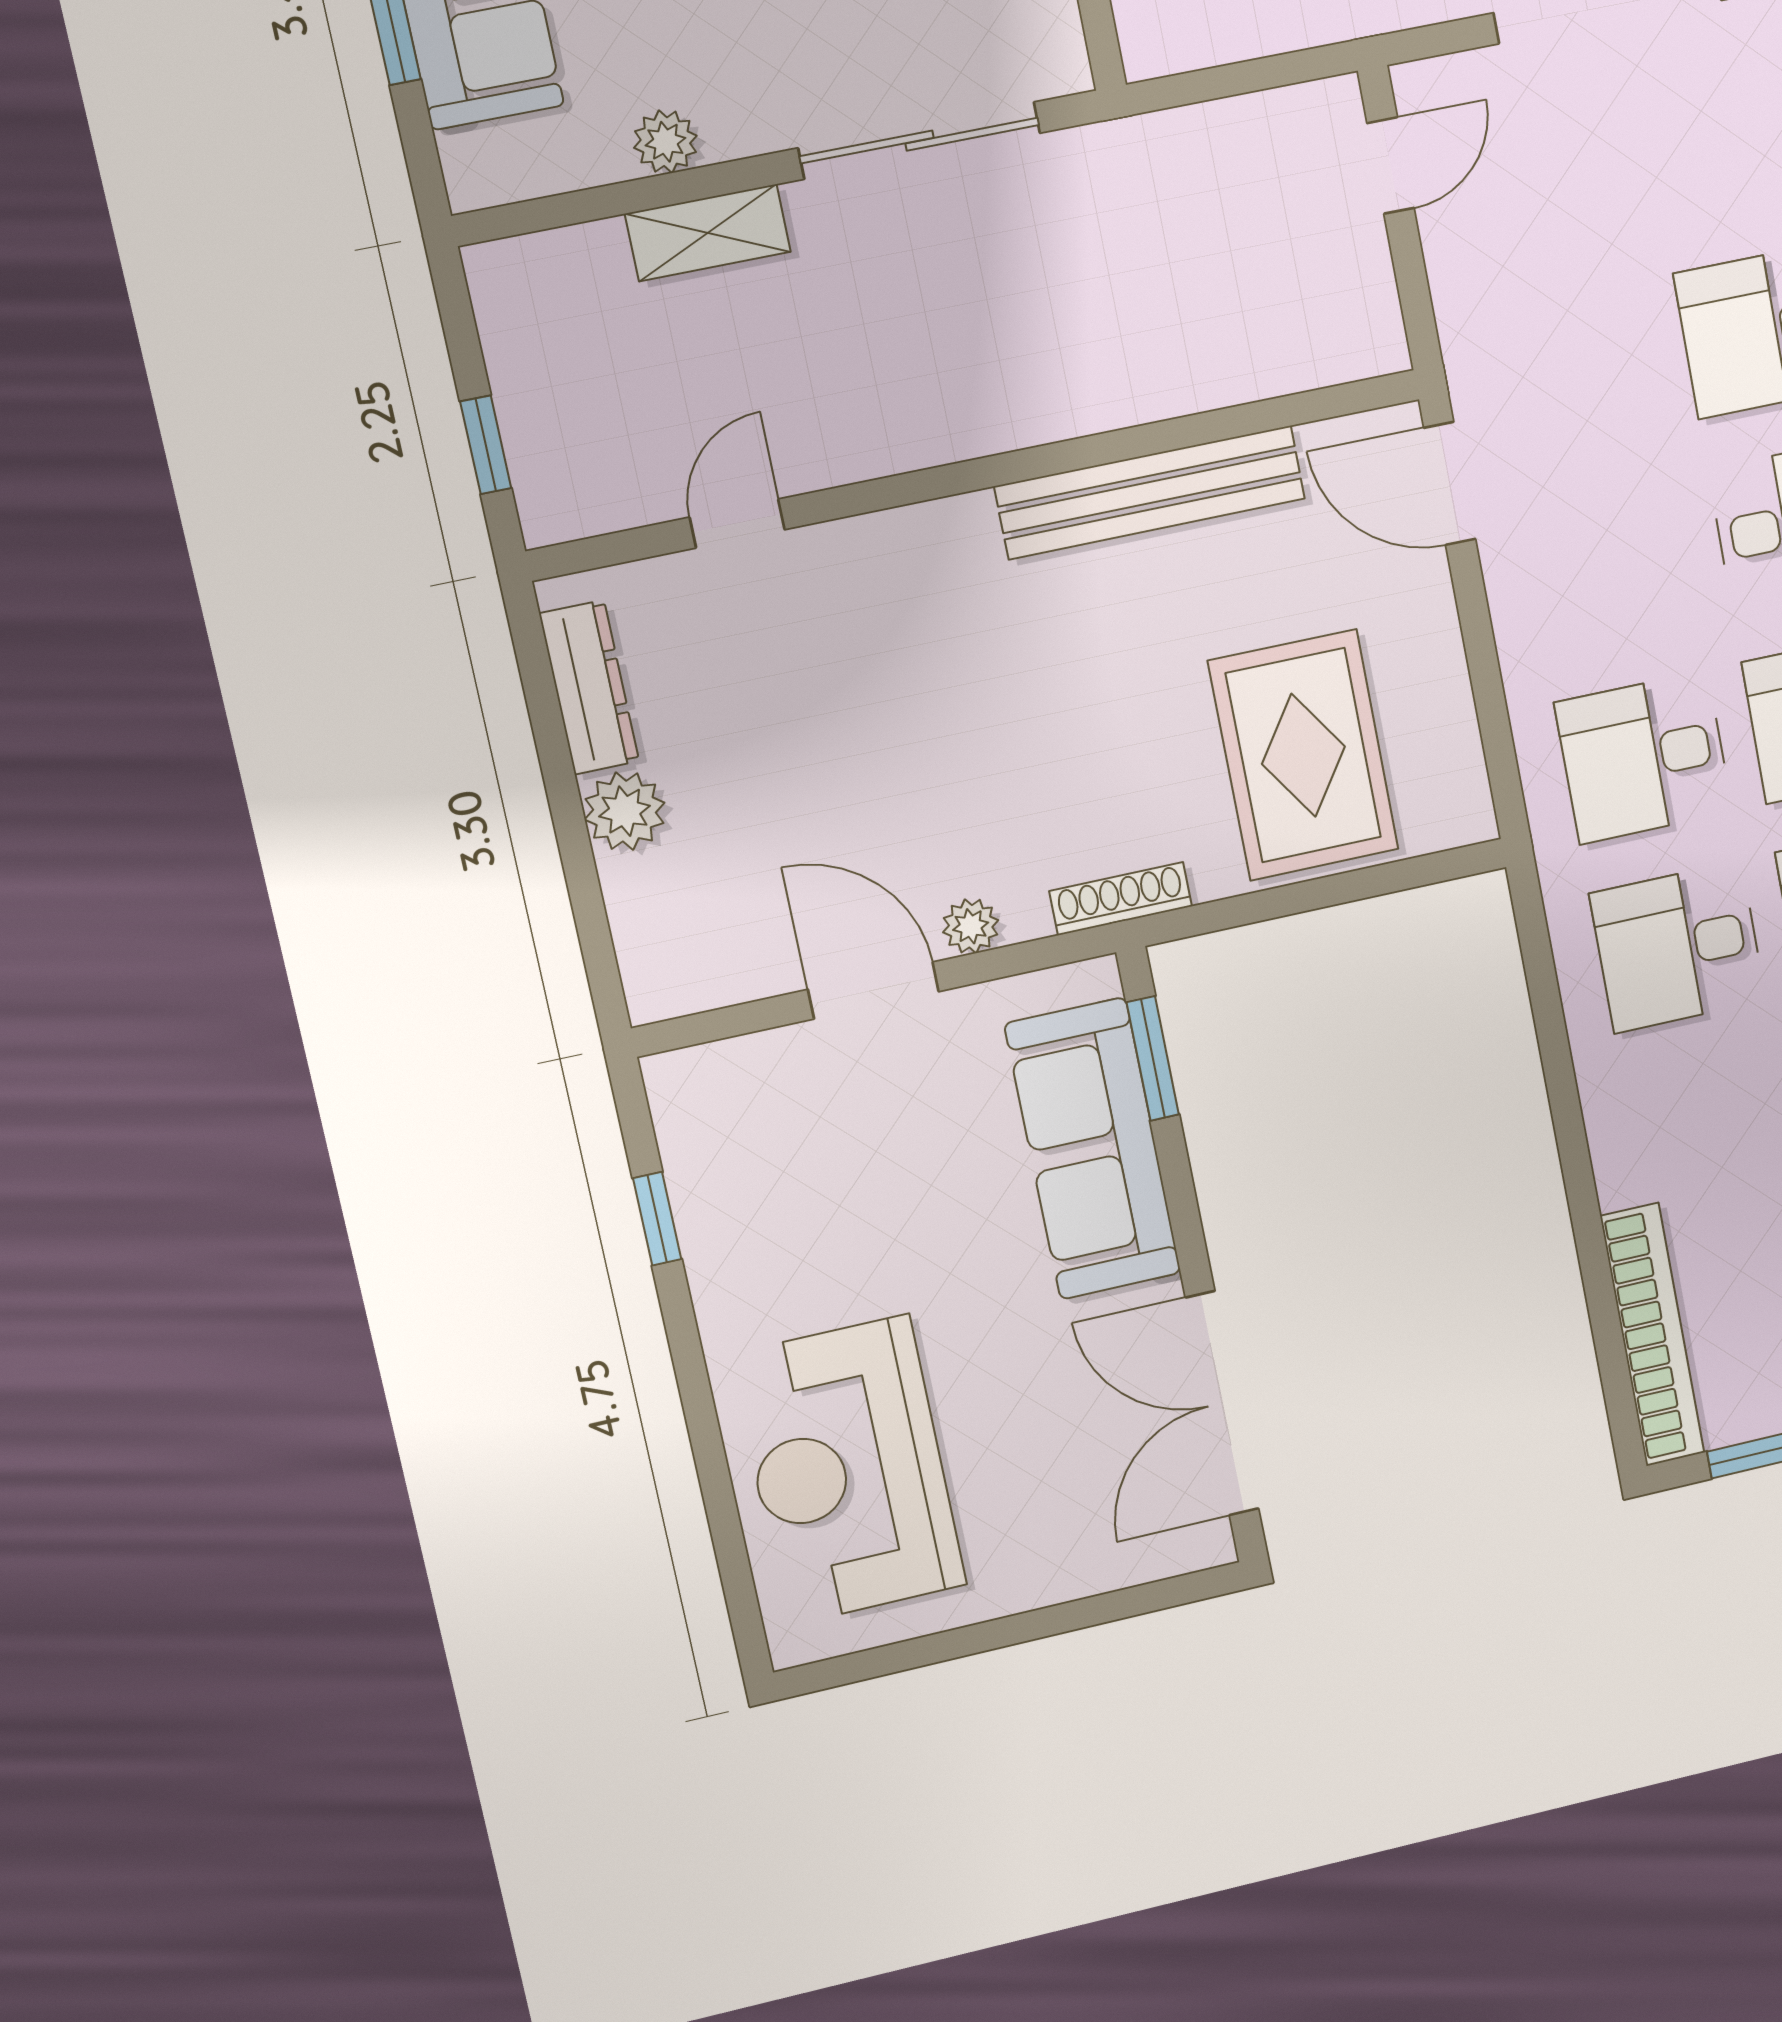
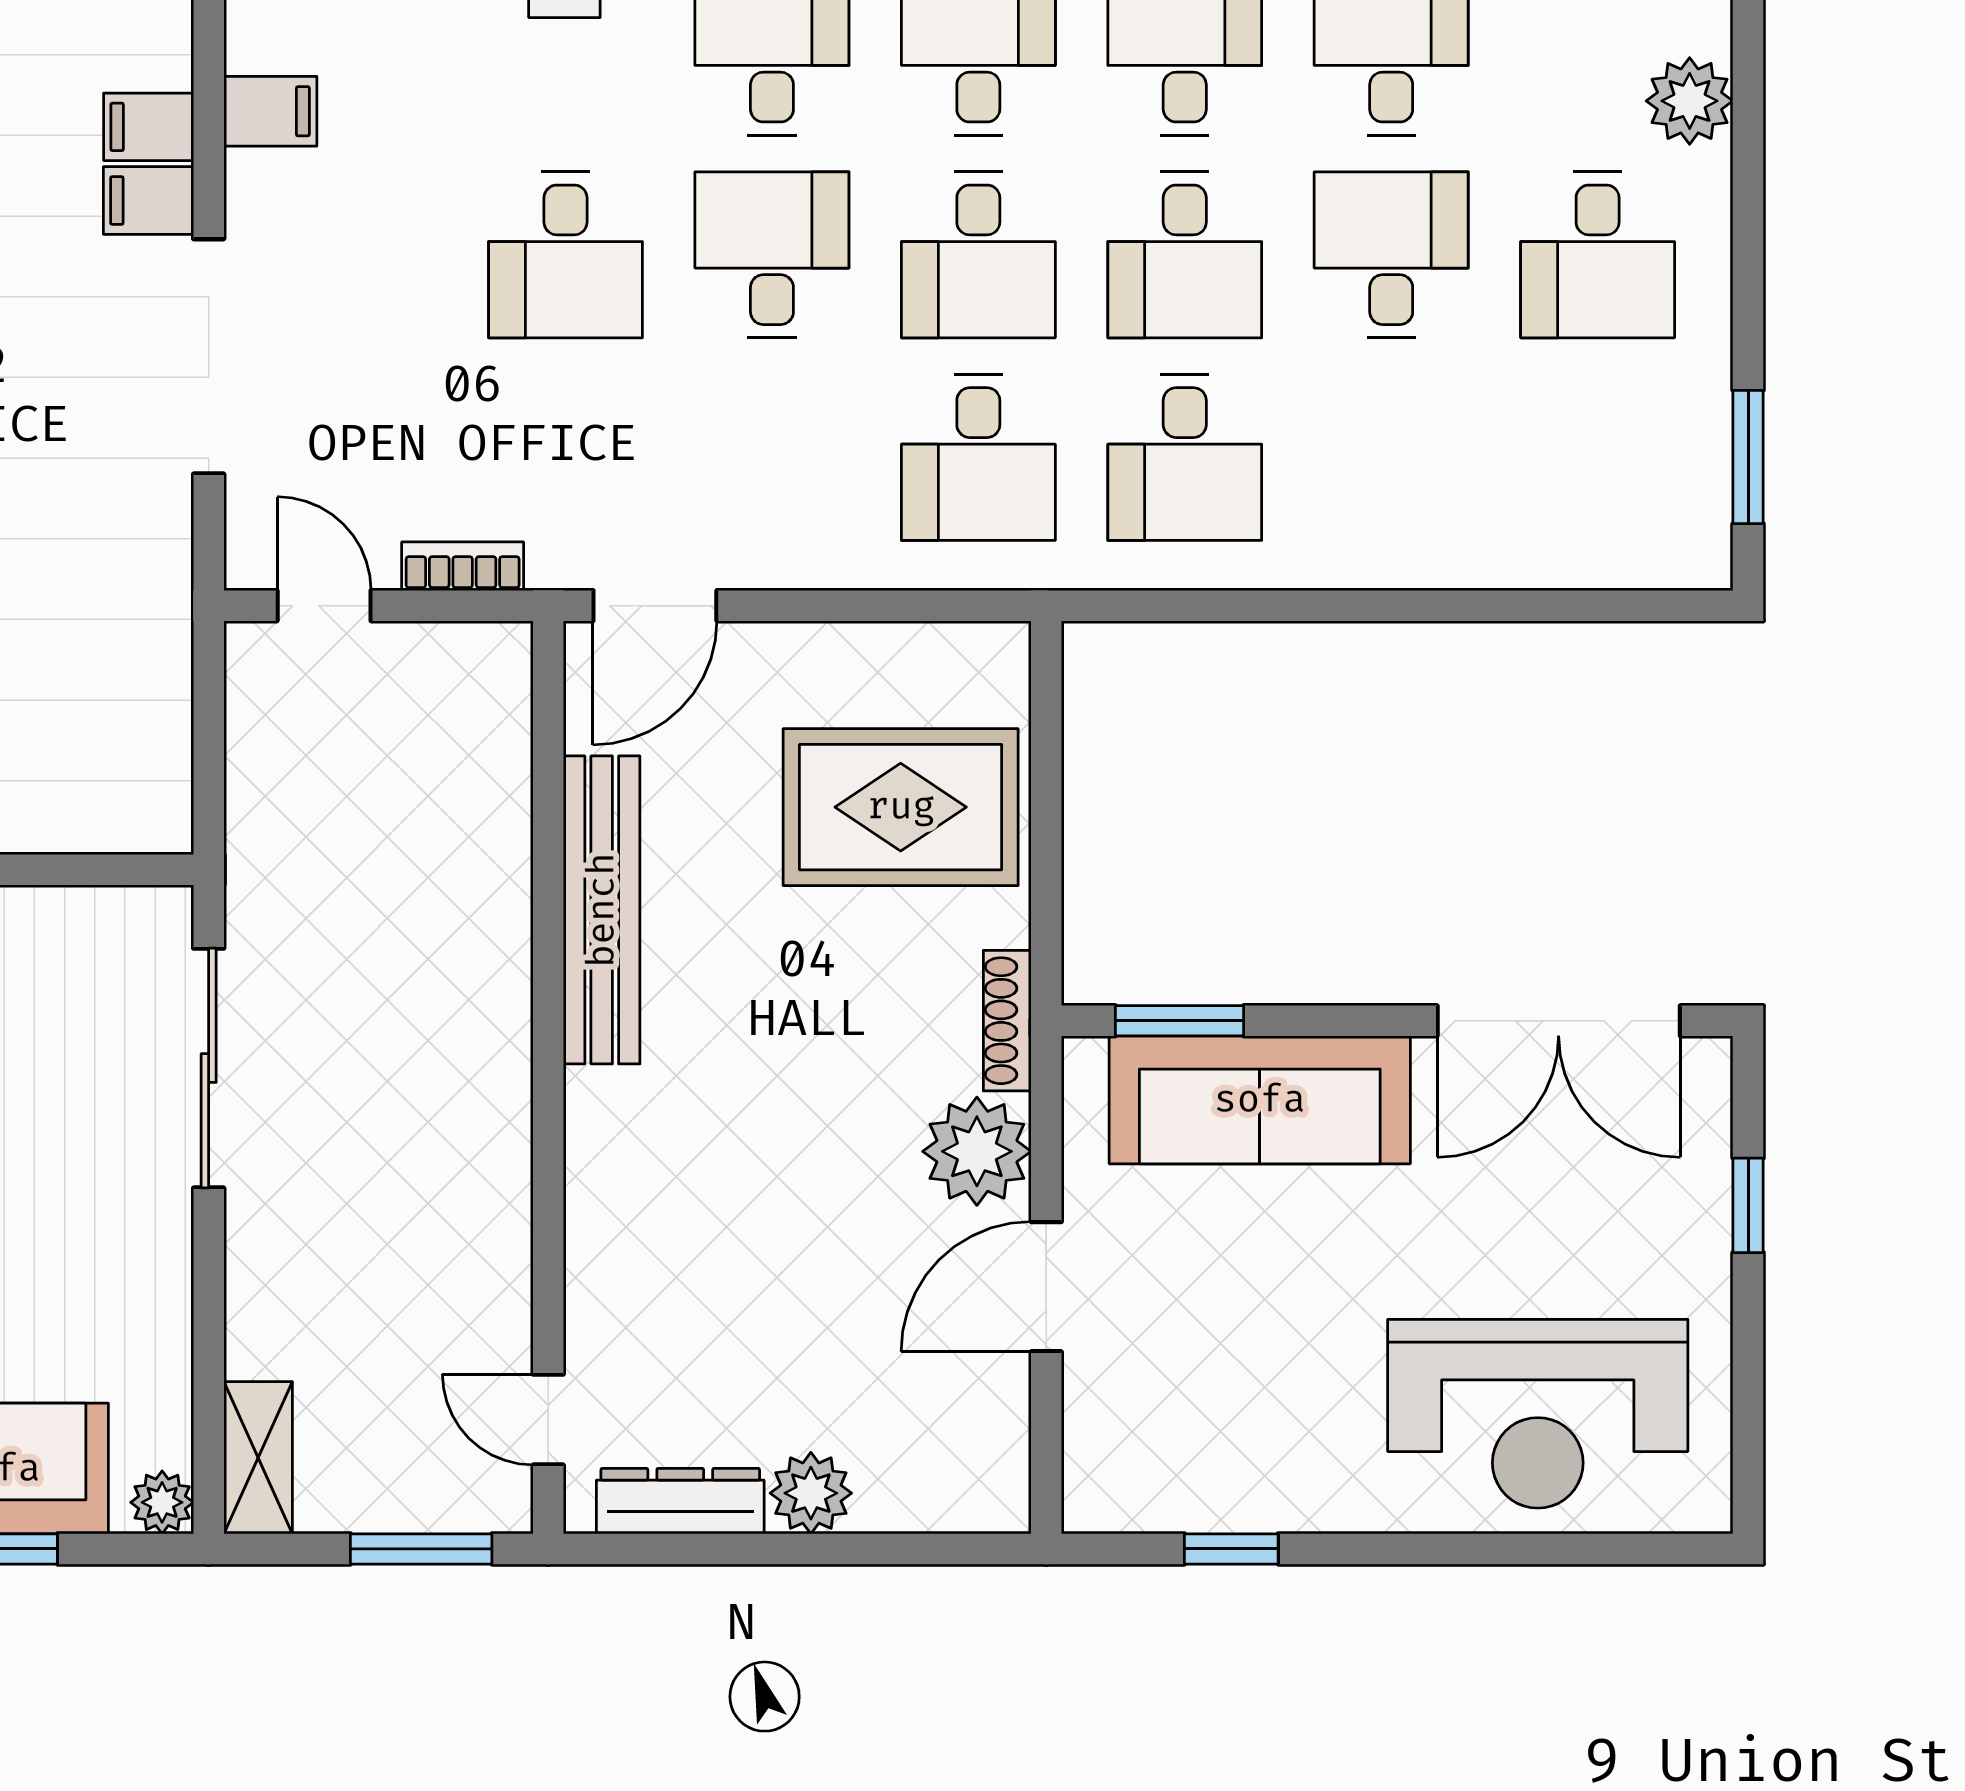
plant: (665, 142) -> (162, 1502), moved
shelving: (708, 233) -> (258, 1458), moved
window: (486, 445) -> (421, 1549), width x1.50
door: (737, 523) -> (548, 1420), moved
plant: (971, 926) -> (977, 1151), width x1.88, depth x1.88
bookcase: (1652, 1335) -> (463, 566), moved, width x0.43, depth x0.76
window: (1085, 1613) -> (1748, 1205), added

